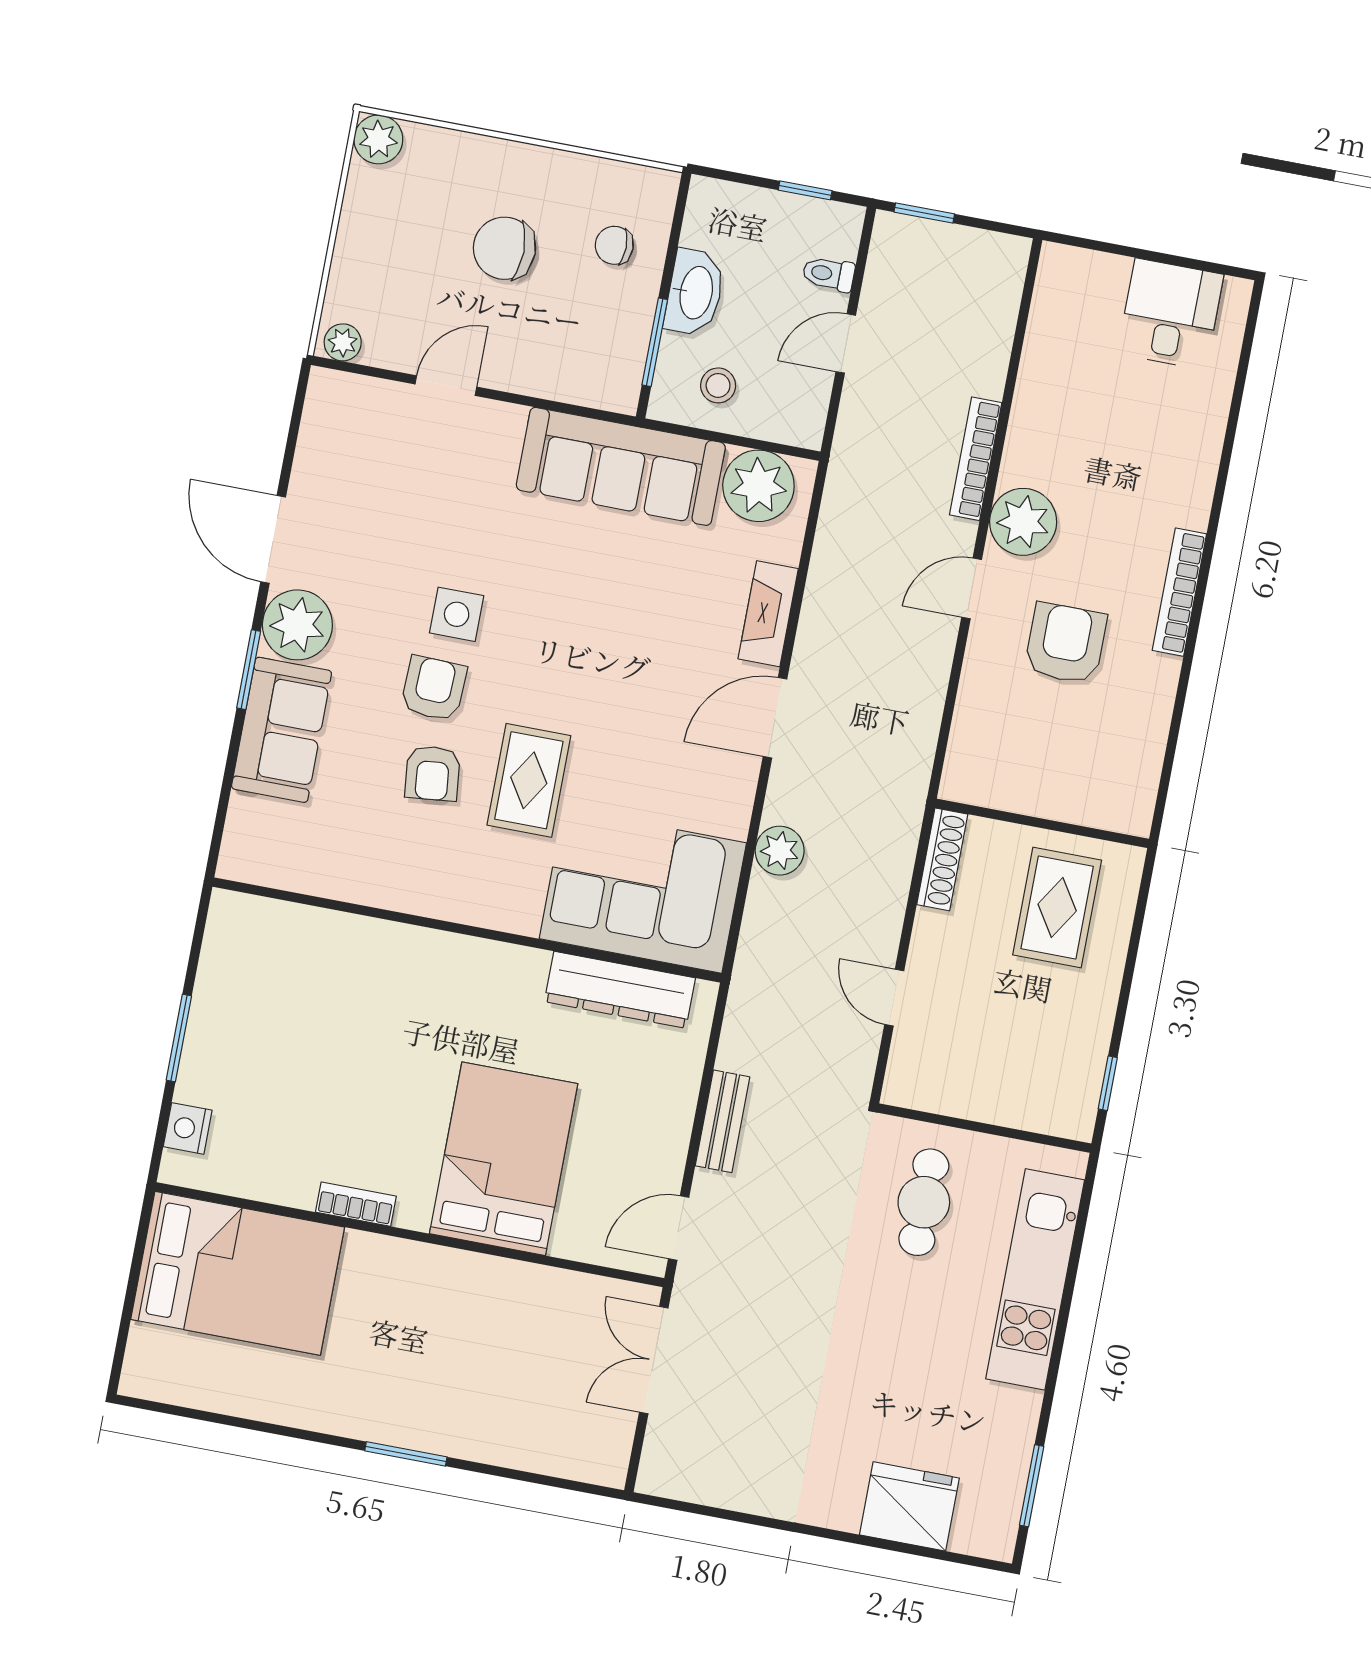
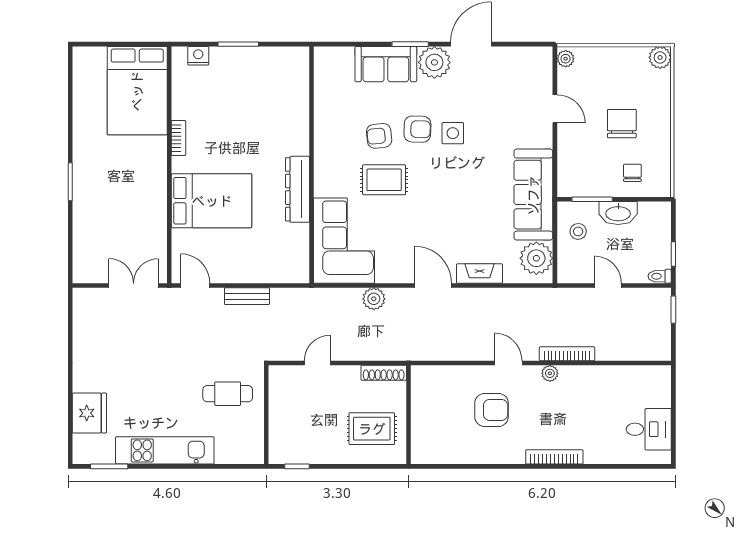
toilet: (829, 274) -> (660, 276), moved, turned -90
plant: (1023, 522) -> (550, 373), width x0.53, depth x0.53
bookcase: (1179, 592) -> (554, 457), moved
dresser: (620, 990) -> (298, 189), moved
kitchen unit: (1035, 1279) -> (165, 450), moved

